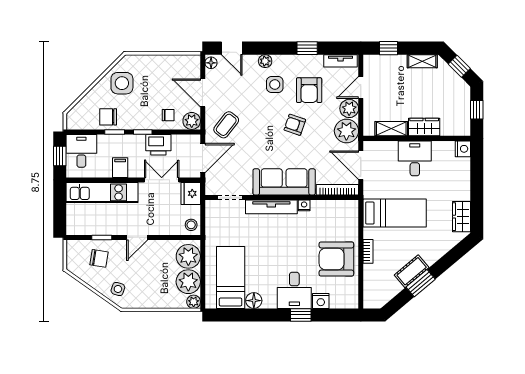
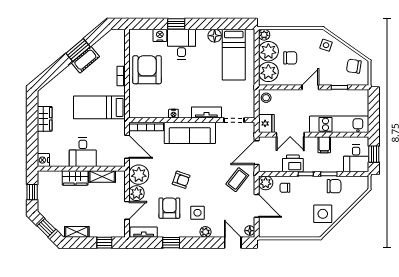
tv unit: (271, 207) -> (206, 112), width x0.71
wardrobe: (461, 217) -> (45, 119), moved
chair: (99, 258) -> (354, 66), moved
armchair: (336, 259) -> (147, 70), turned -90
chair: (162, 273) -> (290, 58), added

